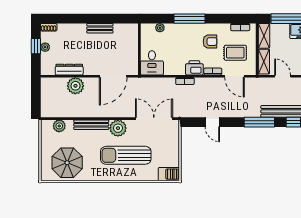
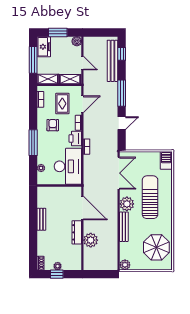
desk: (152, 63) -> (68, 166), width x1.87, depth x1.30
dresser: (69, 70) -> (77, 232), moved
door: (283, 76) -> (82, 63), swing flipped
double door: (154, 119) -> (119, 173), swing flipped
window: (259, 122) -> (122, 93), moved
plant: (59, 126) -> (125, 265), moved
sun lounger: (126, 155) -> (150, 197), turned 180

